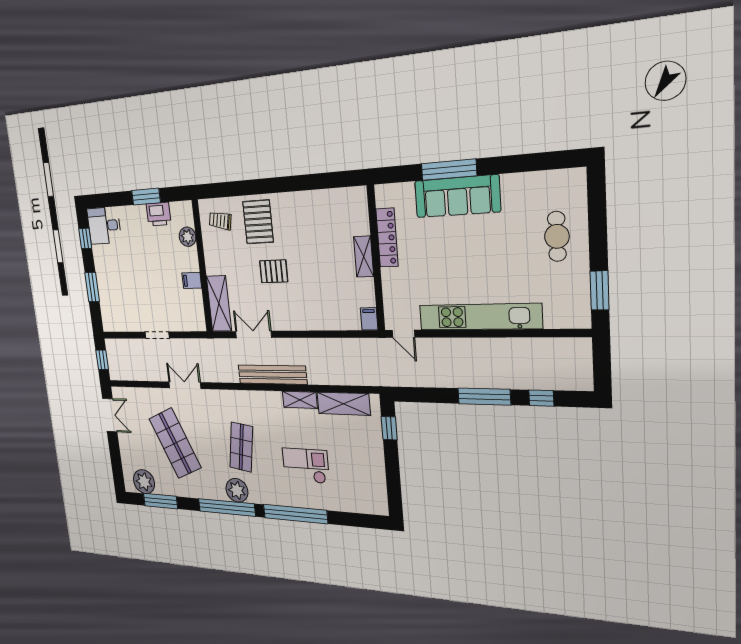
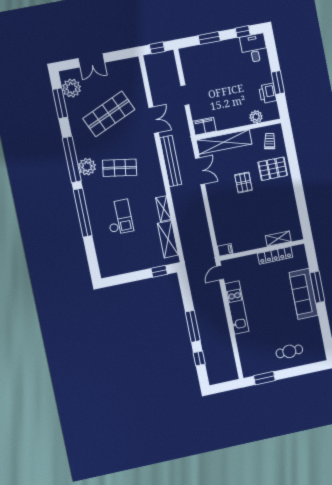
shelving: (364, 257) -> (278, 239), moved
filing cabinet: (192, 280) -> (204, 126), moved, width x2.00
shelving: (219, 304) -> (224, 142), width x1.47
kitchen unit: (480, 317) -> (237, 307), width x0.73
bench: (272, 375) -> (171, 161), moved
double door: (110, 415) -> (91, 60), moved

